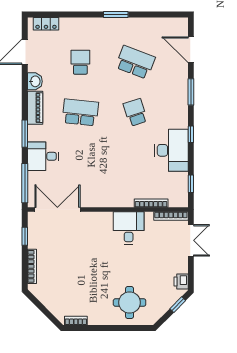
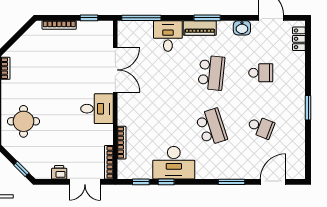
school desk: (135, 62) -> (261, 127), width x0.54
piano: (35, 108) -> (200, 28), moved
school desk: (135, 112) -> (211, 127), width x1.85
window: (25, 134) -> (207, 18), moved
window: (191, 134) -> (166, 182), moved
double door: (57, 210) -> (115, 70), moved
desk: (129, 228) -> (97, 109), moved
printer: (181, 281) -> (59, 172), moved

